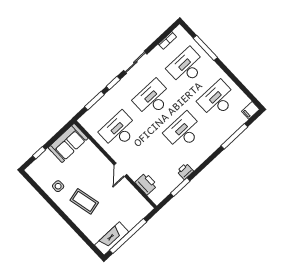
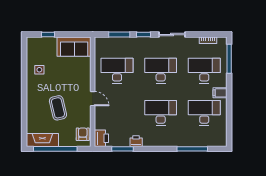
window: (205, 48) -> (229, 59), moved
filing cabinet: (251, 110) -> (220, 93), moved
door: (120, 170) -> (93, 99), swing flipped
printer: (146, 184) -> (101, 138), moved
coffee table: (84, 201) -> (58, 108), moved
armchair: (139, 205) -> (83, 134), added

